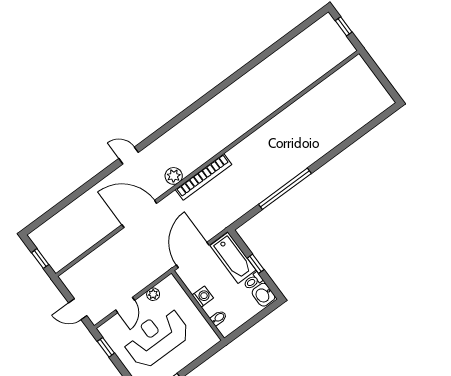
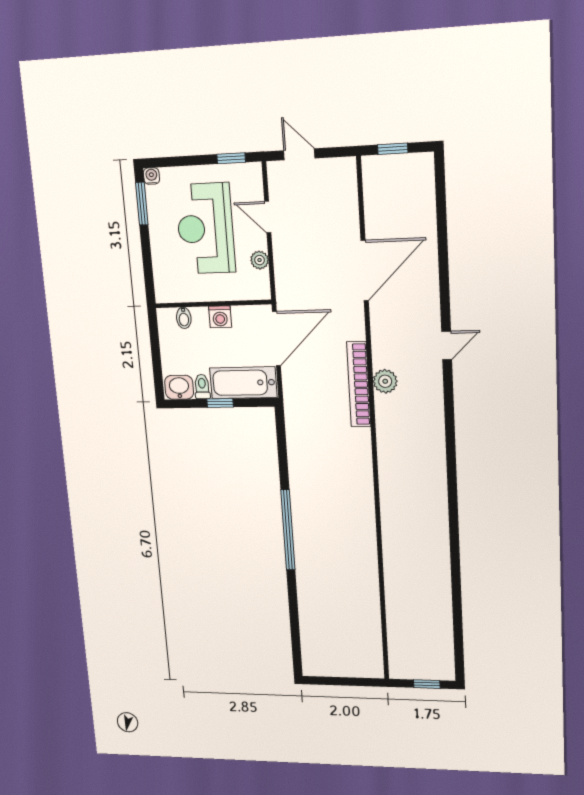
bookcase: (204, 177) -> (359, 384), moved
window: (285, 189) -> (288, 530), moved
door: (139, 214) -> (365, 271), moved
door: (193, 255) -> (276, 339), hinge flipped
door: (78, 309) -> (299, 154), hinge flipped
reception desk: (156, 338) -> (205, 229), turned 180

